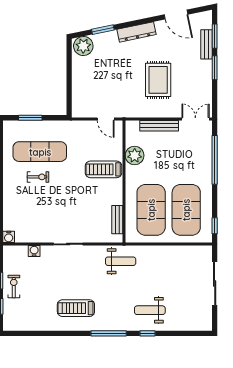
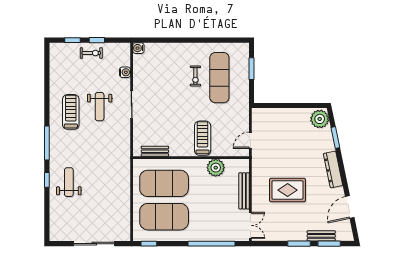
weight bench: (121, 261) -> (100, 107), moved

